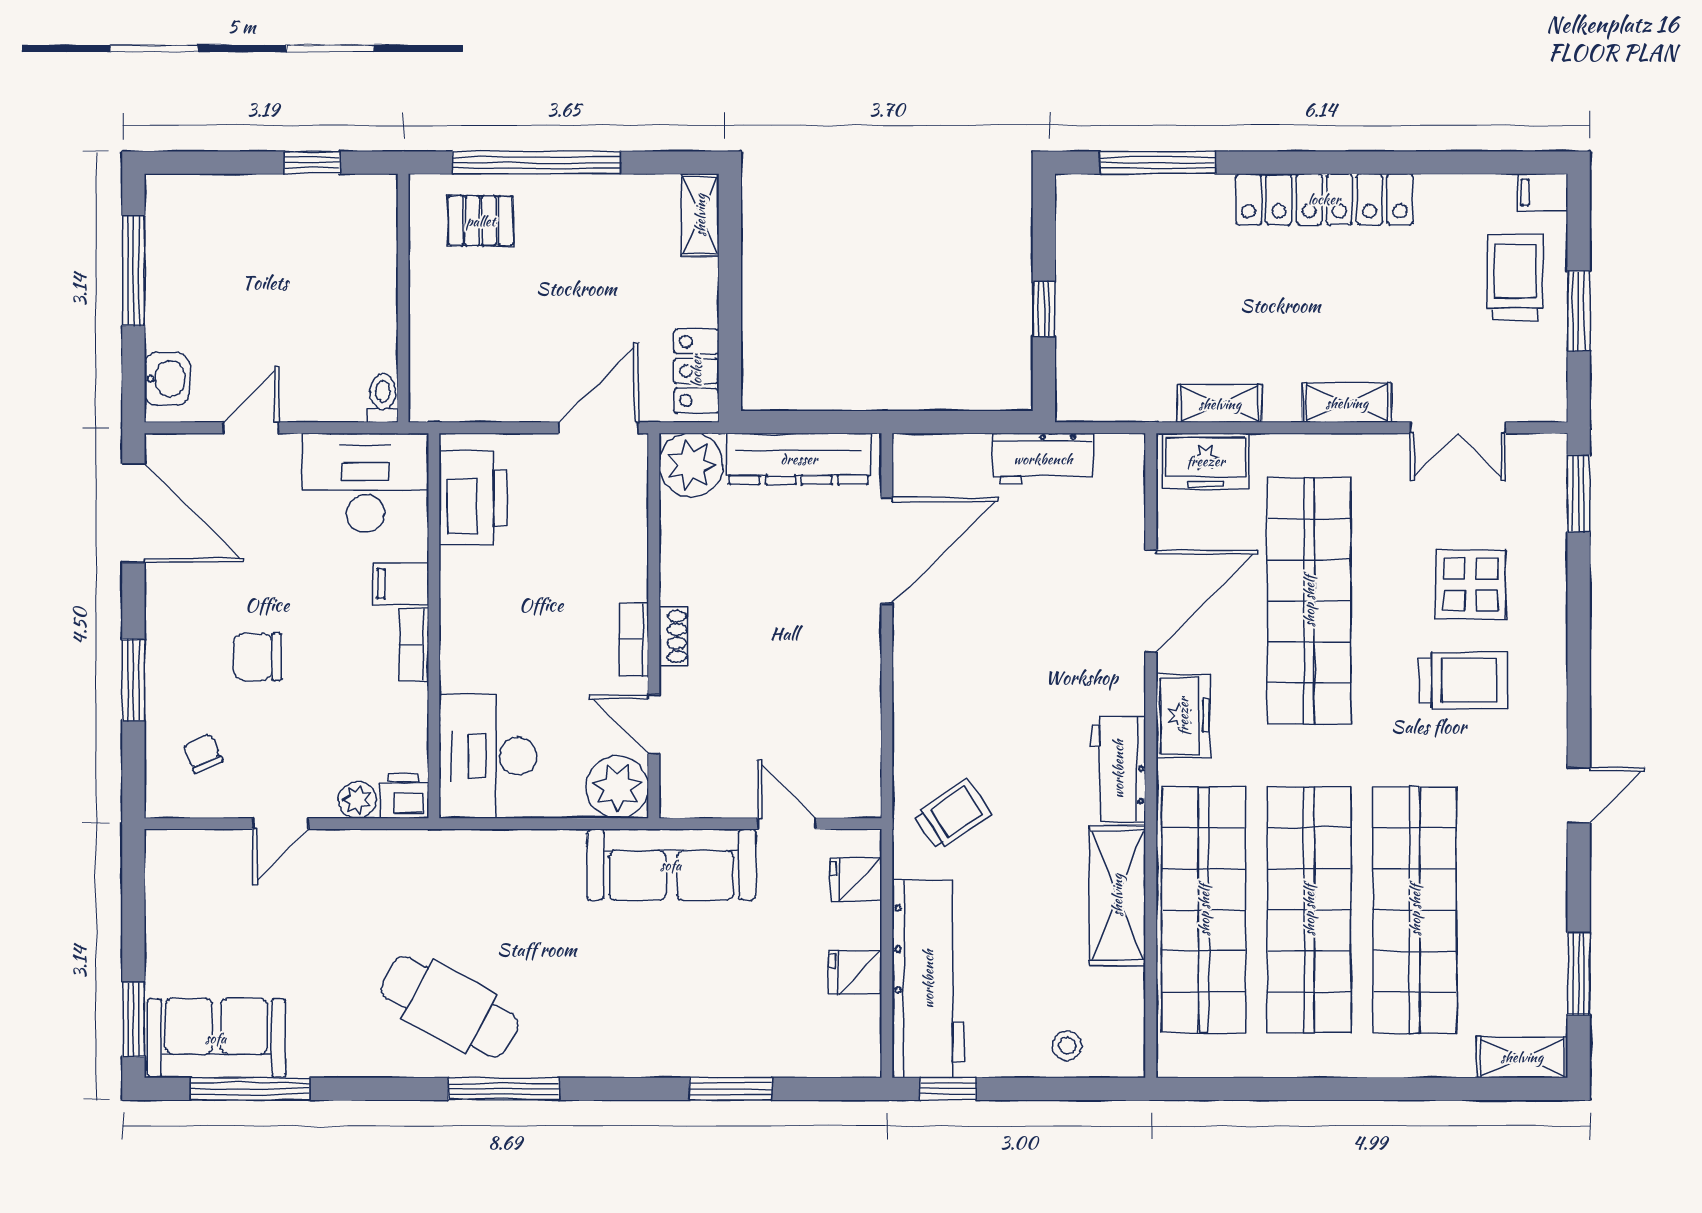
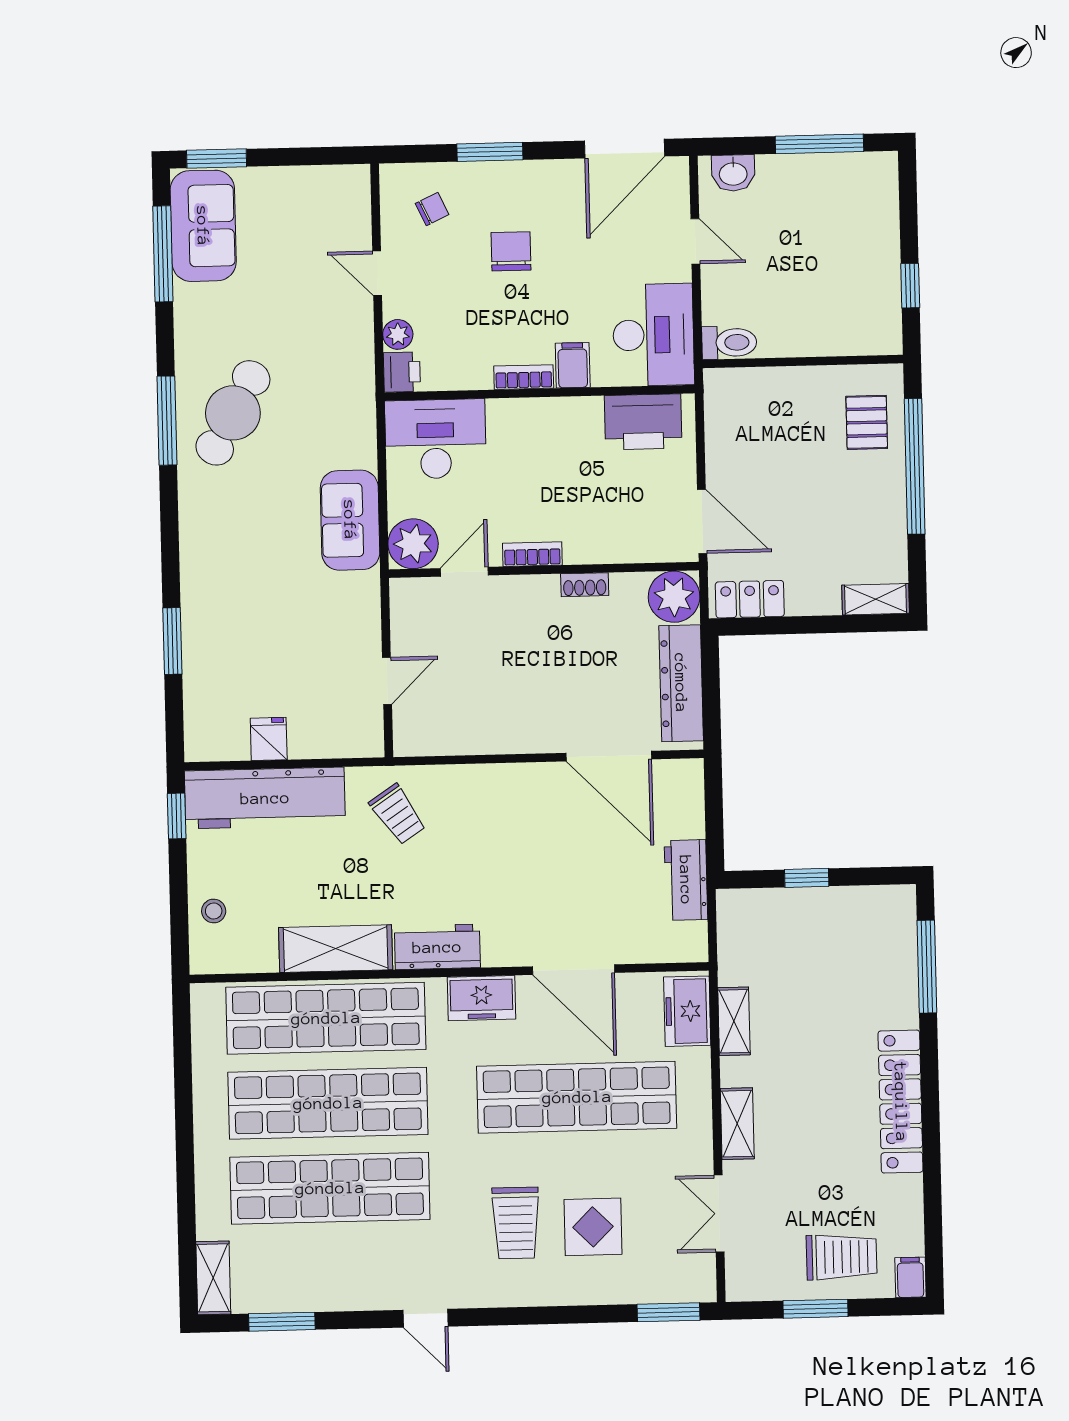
toilet: (383, 398) -> (729, 343), width x1.37, depth x1.39
shoe rack: (673, 636) -> (585, 585), moved
sofa: (671, 865) -> (350, 520), moved, width x0.73
fridge: (856, 879) -> (344, 738), removed
window: (504, 1089) -> (167, 421), moved

